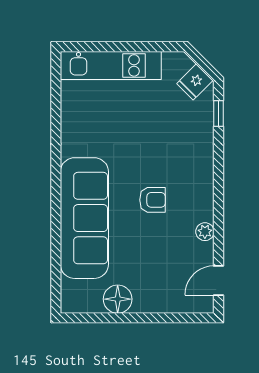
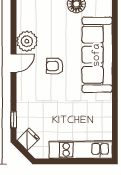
plant: (205, 232) -> (27, 41), width x1.87, depth x1.87
door: (218, 280) -> (14, 63), moved

